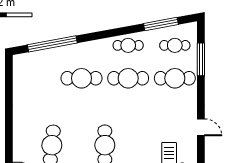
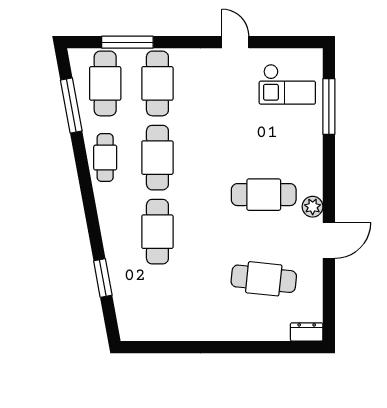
window: (52, 44) -> (103, 278), width x0.47
cafe table: (175, 45) -> (105, 83), width x1.37, depth x1.35
door: (201, 127) -> (235, 42), hinge flipped

